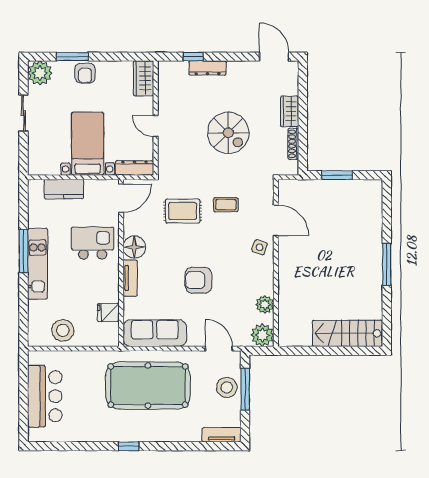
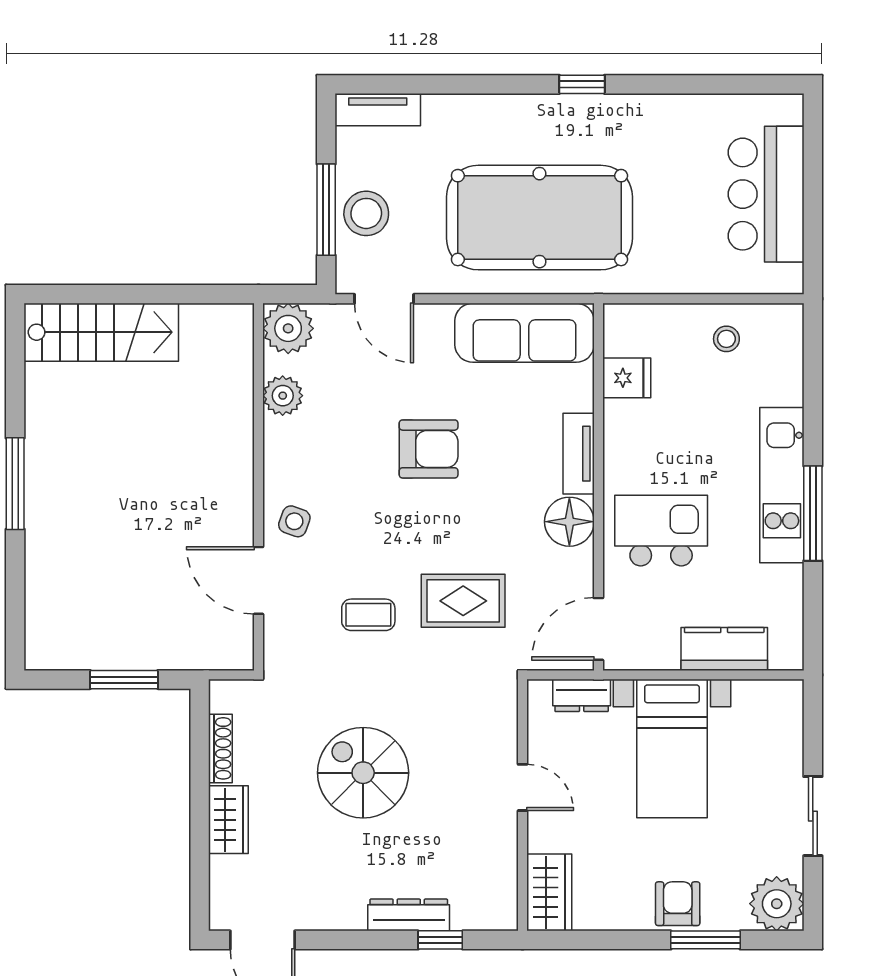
dresser: (134, 168) -> (582, 695), width x0.70
kitchen island: (93, 243) -> (661, 531), turned 180
stool: (63, 330) -> (726, 339), width x0.53, depth x0.53

